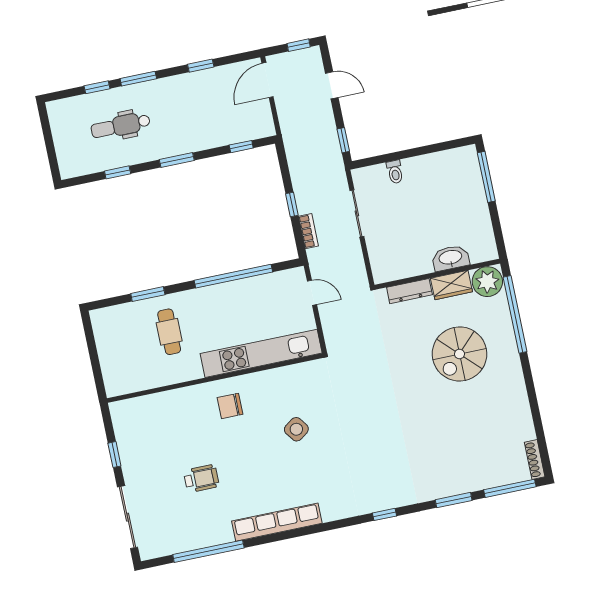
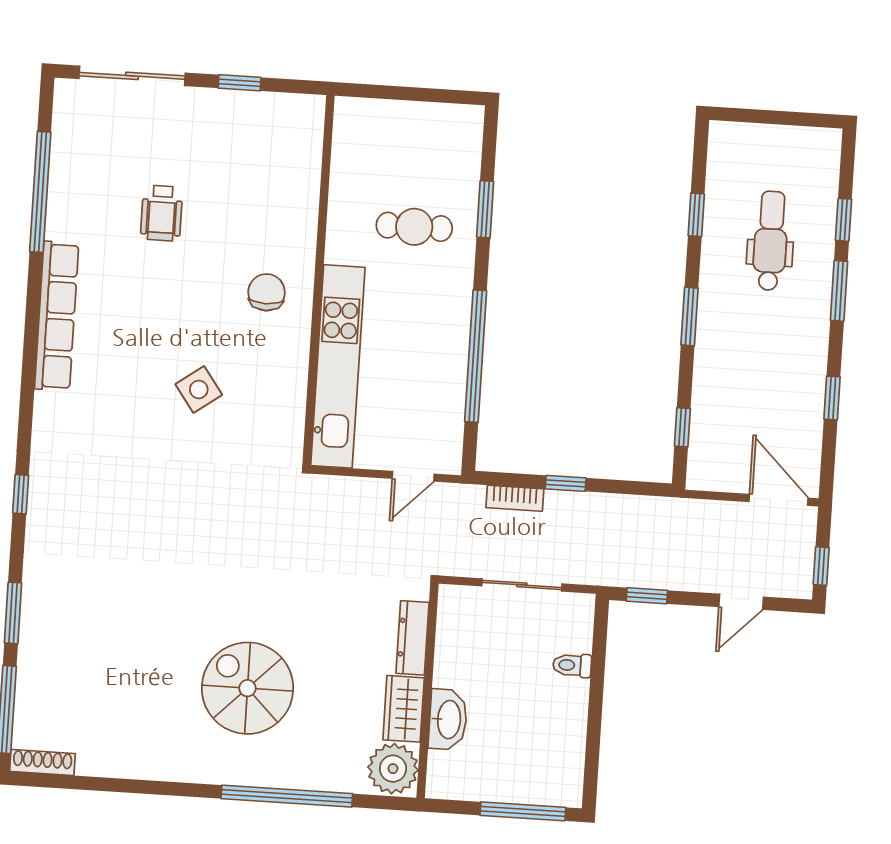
washbasin: (451, 258) -> (448, 719), moved
wall: (437, 274) -> (428, 691), moved
plant: (487, 282) -> (393, 769), moved
wardrobe: (451, 285) -> (404, 709), moved
dresser: (409, 291) -> (413, 638), moved

